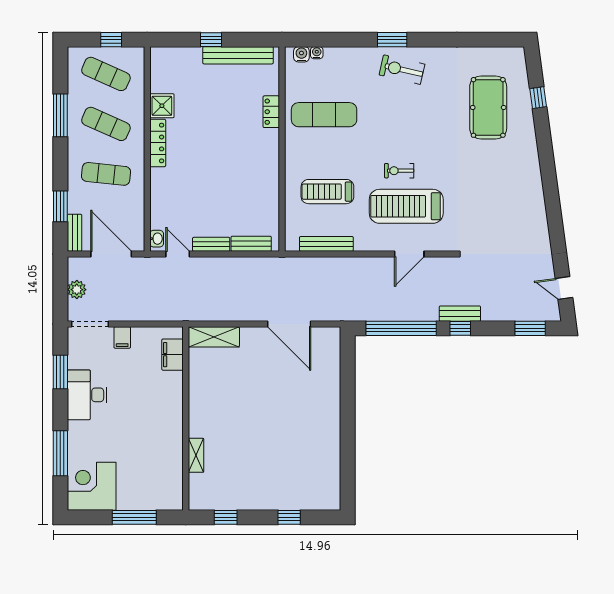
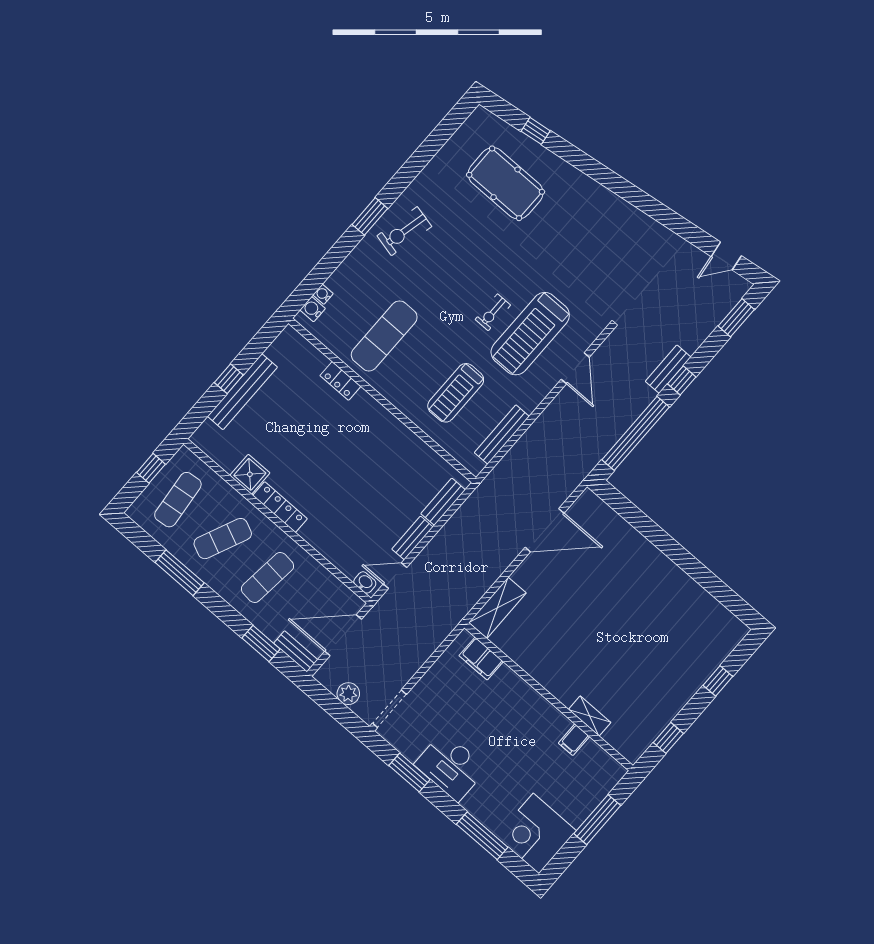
bench: (238, 55) -> (242, 392), moved
exercise mat: (106, 74) -> (178, 500), turned -30
filing cabinet: (122, 338) -> (574, 740), moved, turned 90

